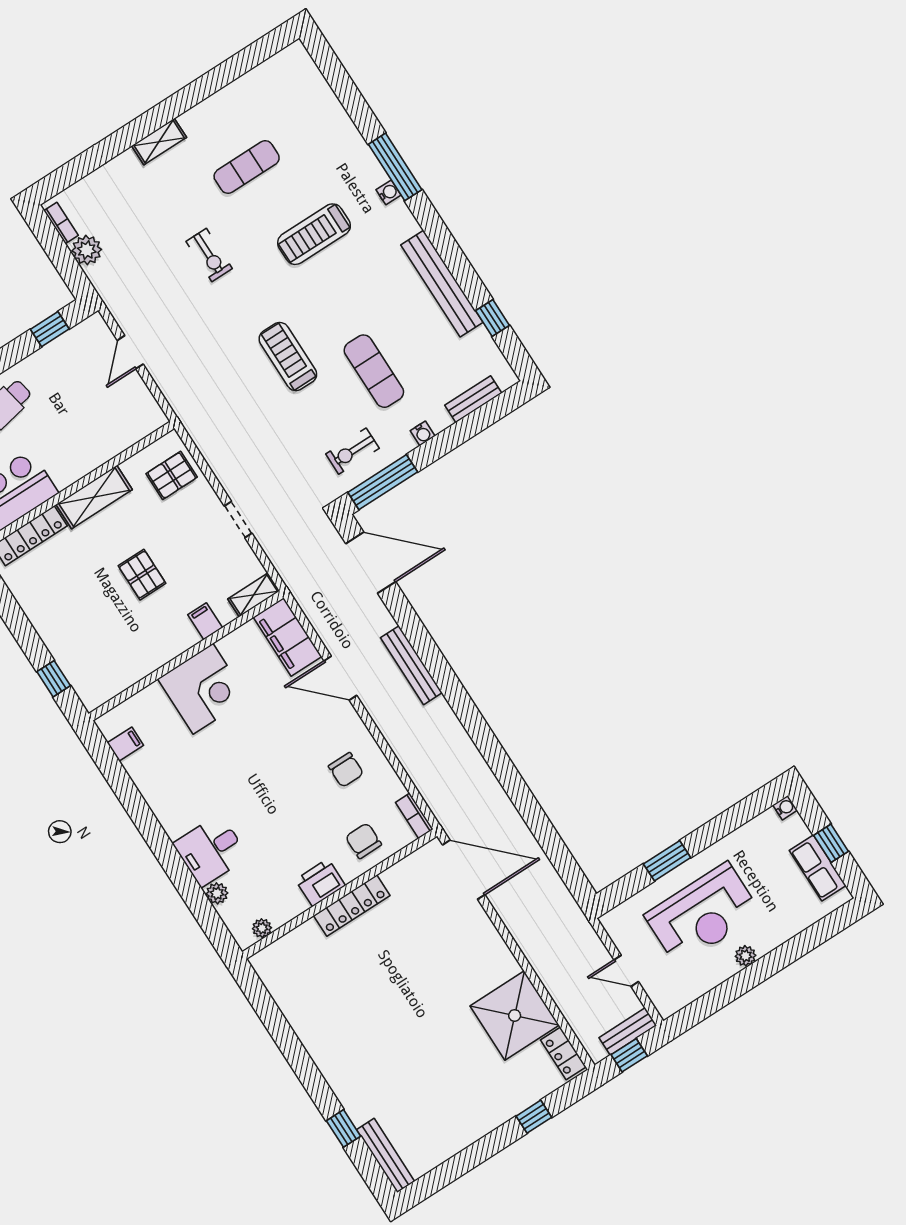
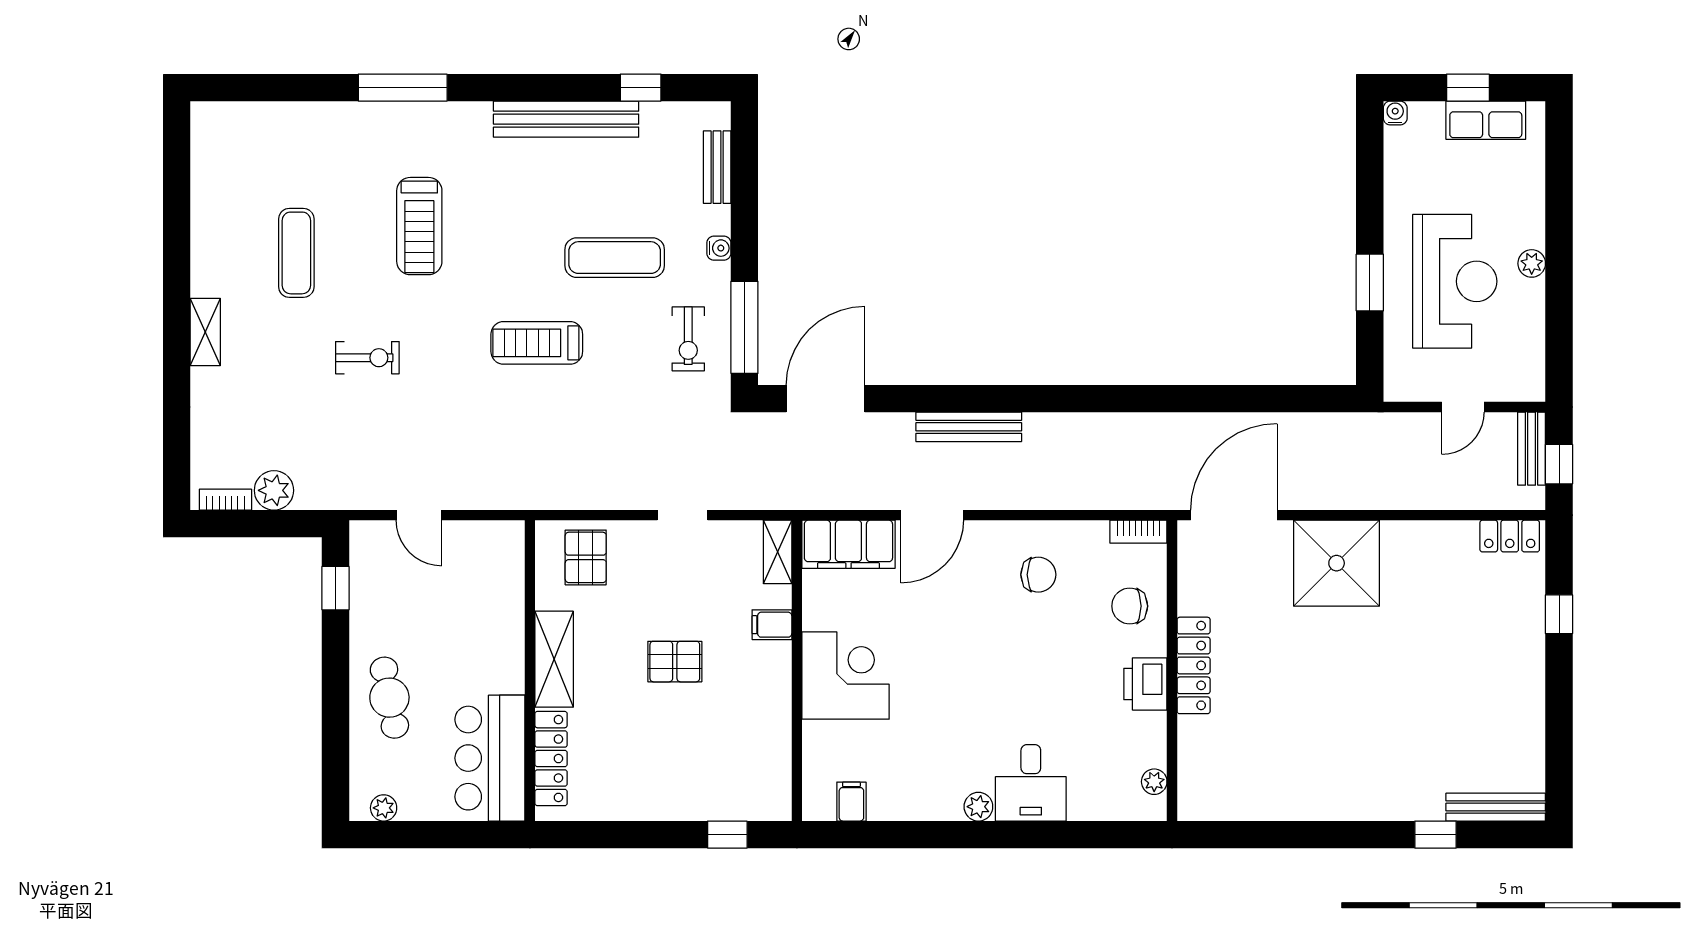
water cooler: (389, 192) -> (426, 113), removed
plant: (217, 893) -> (978, 807), moved
shower: (515, 1016) -> (1337, 563), moved

